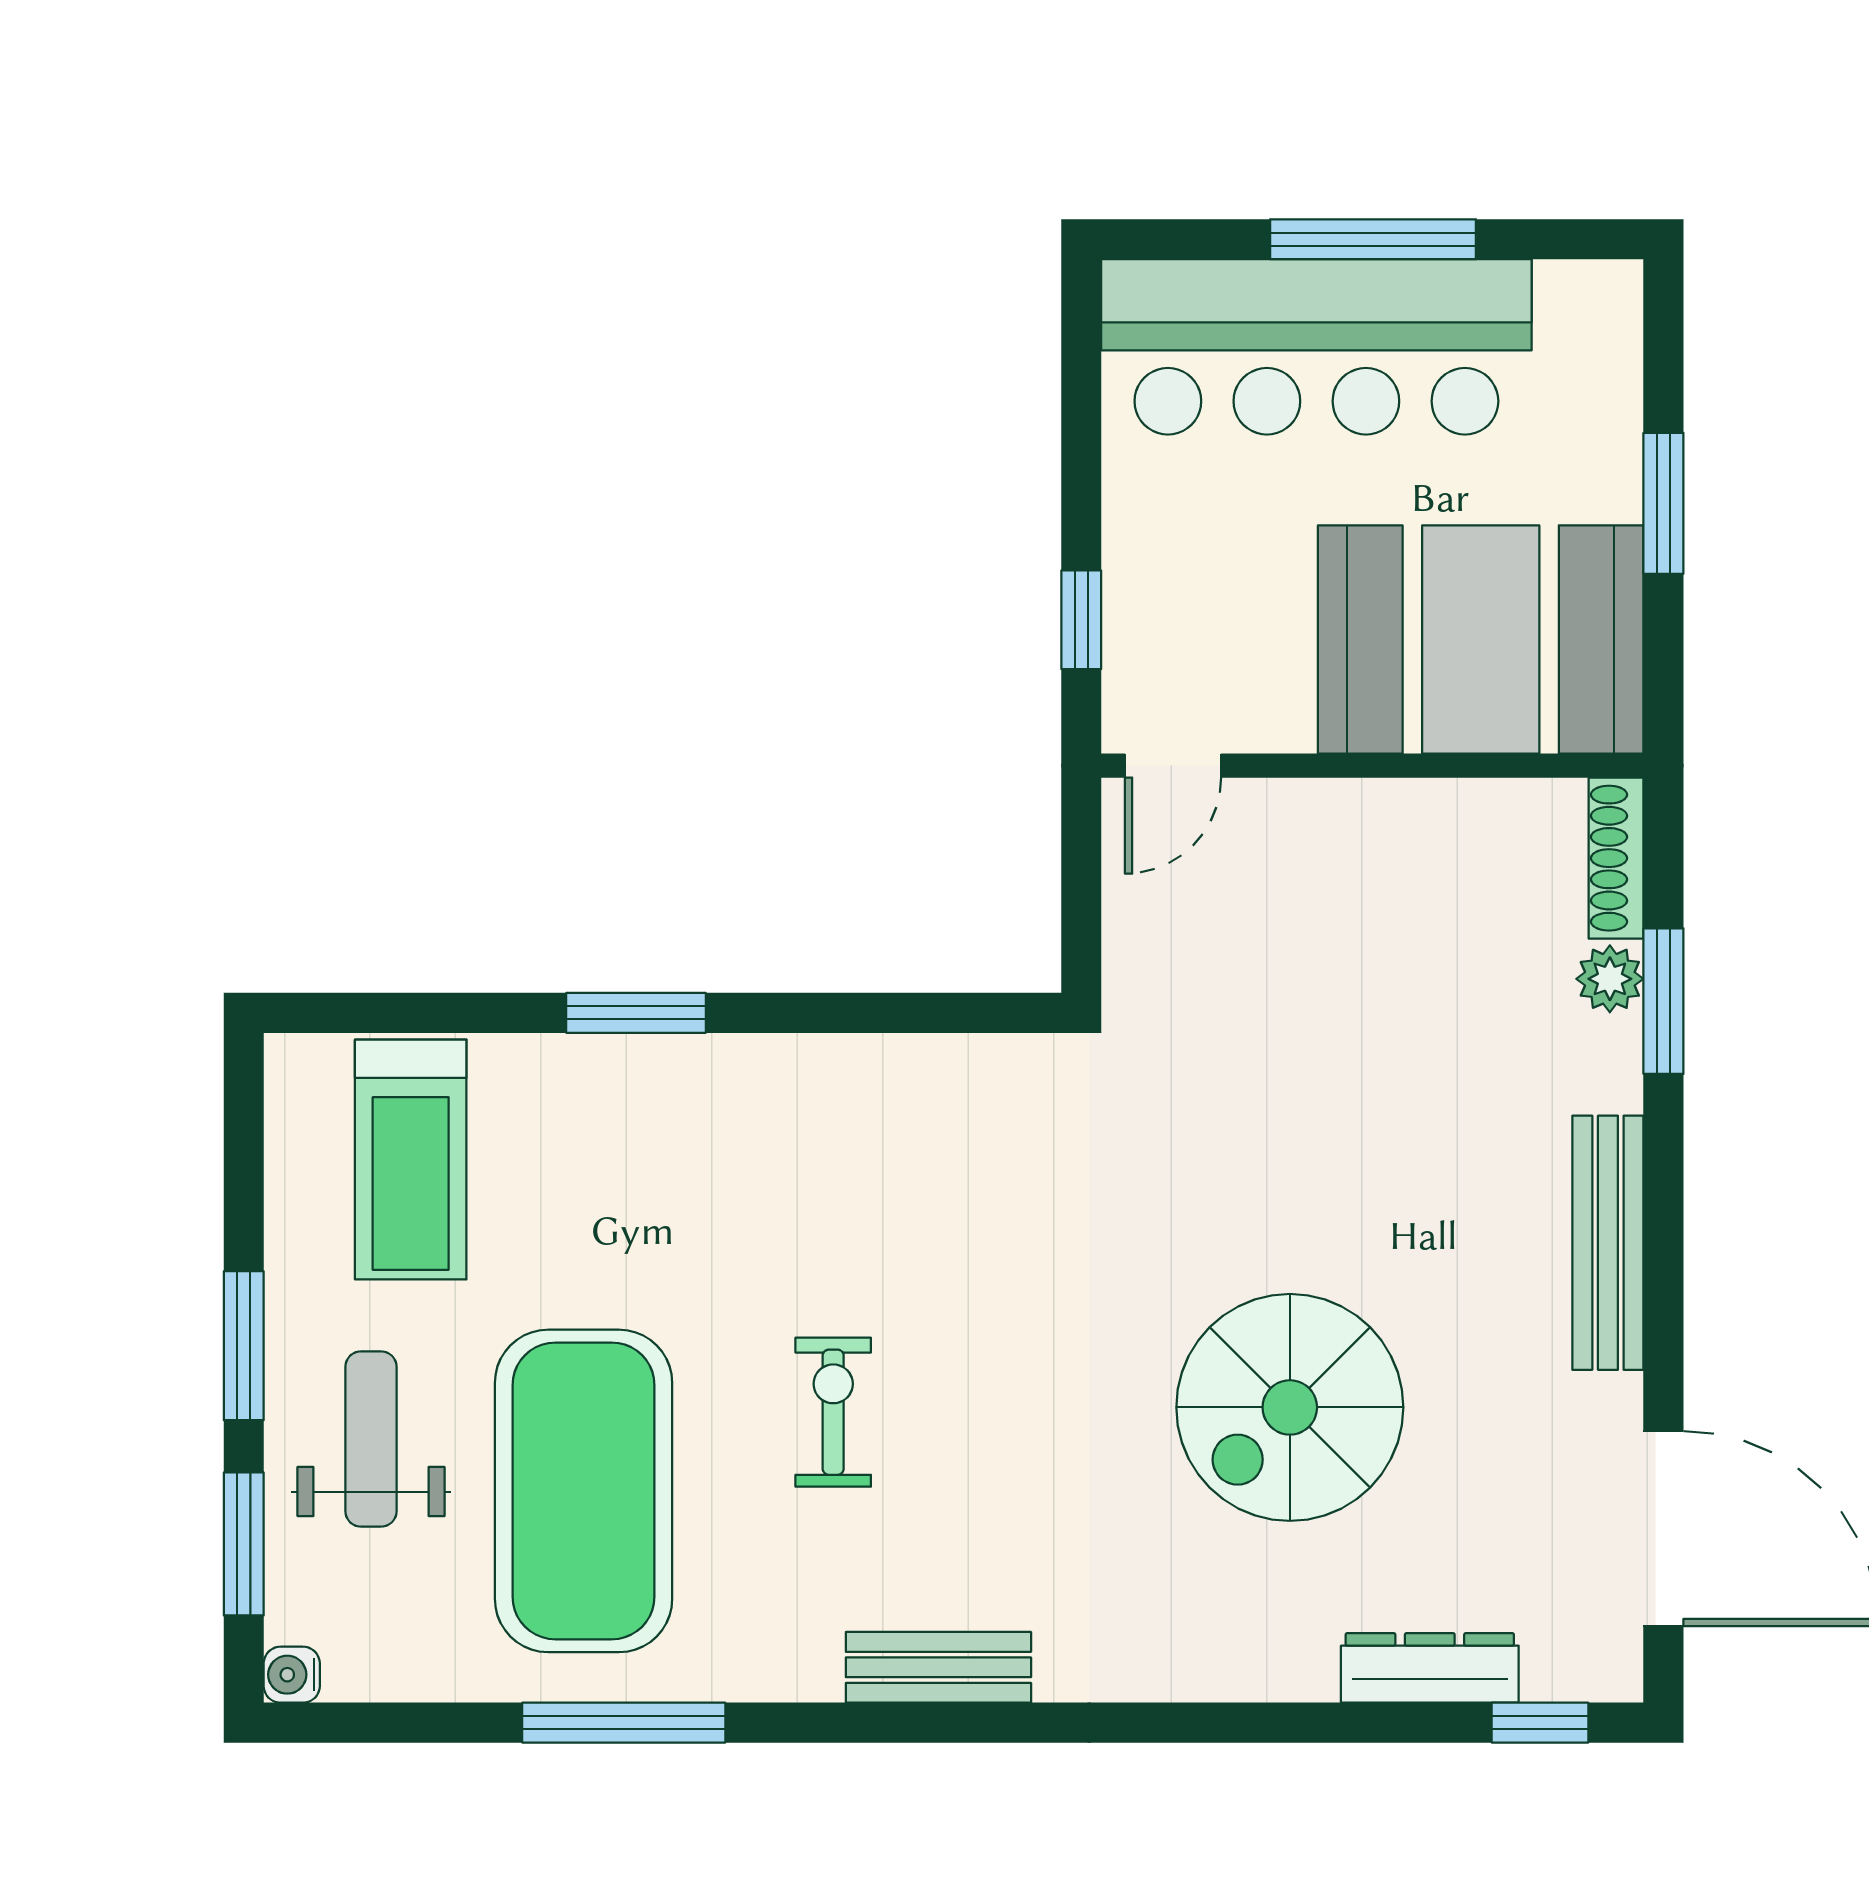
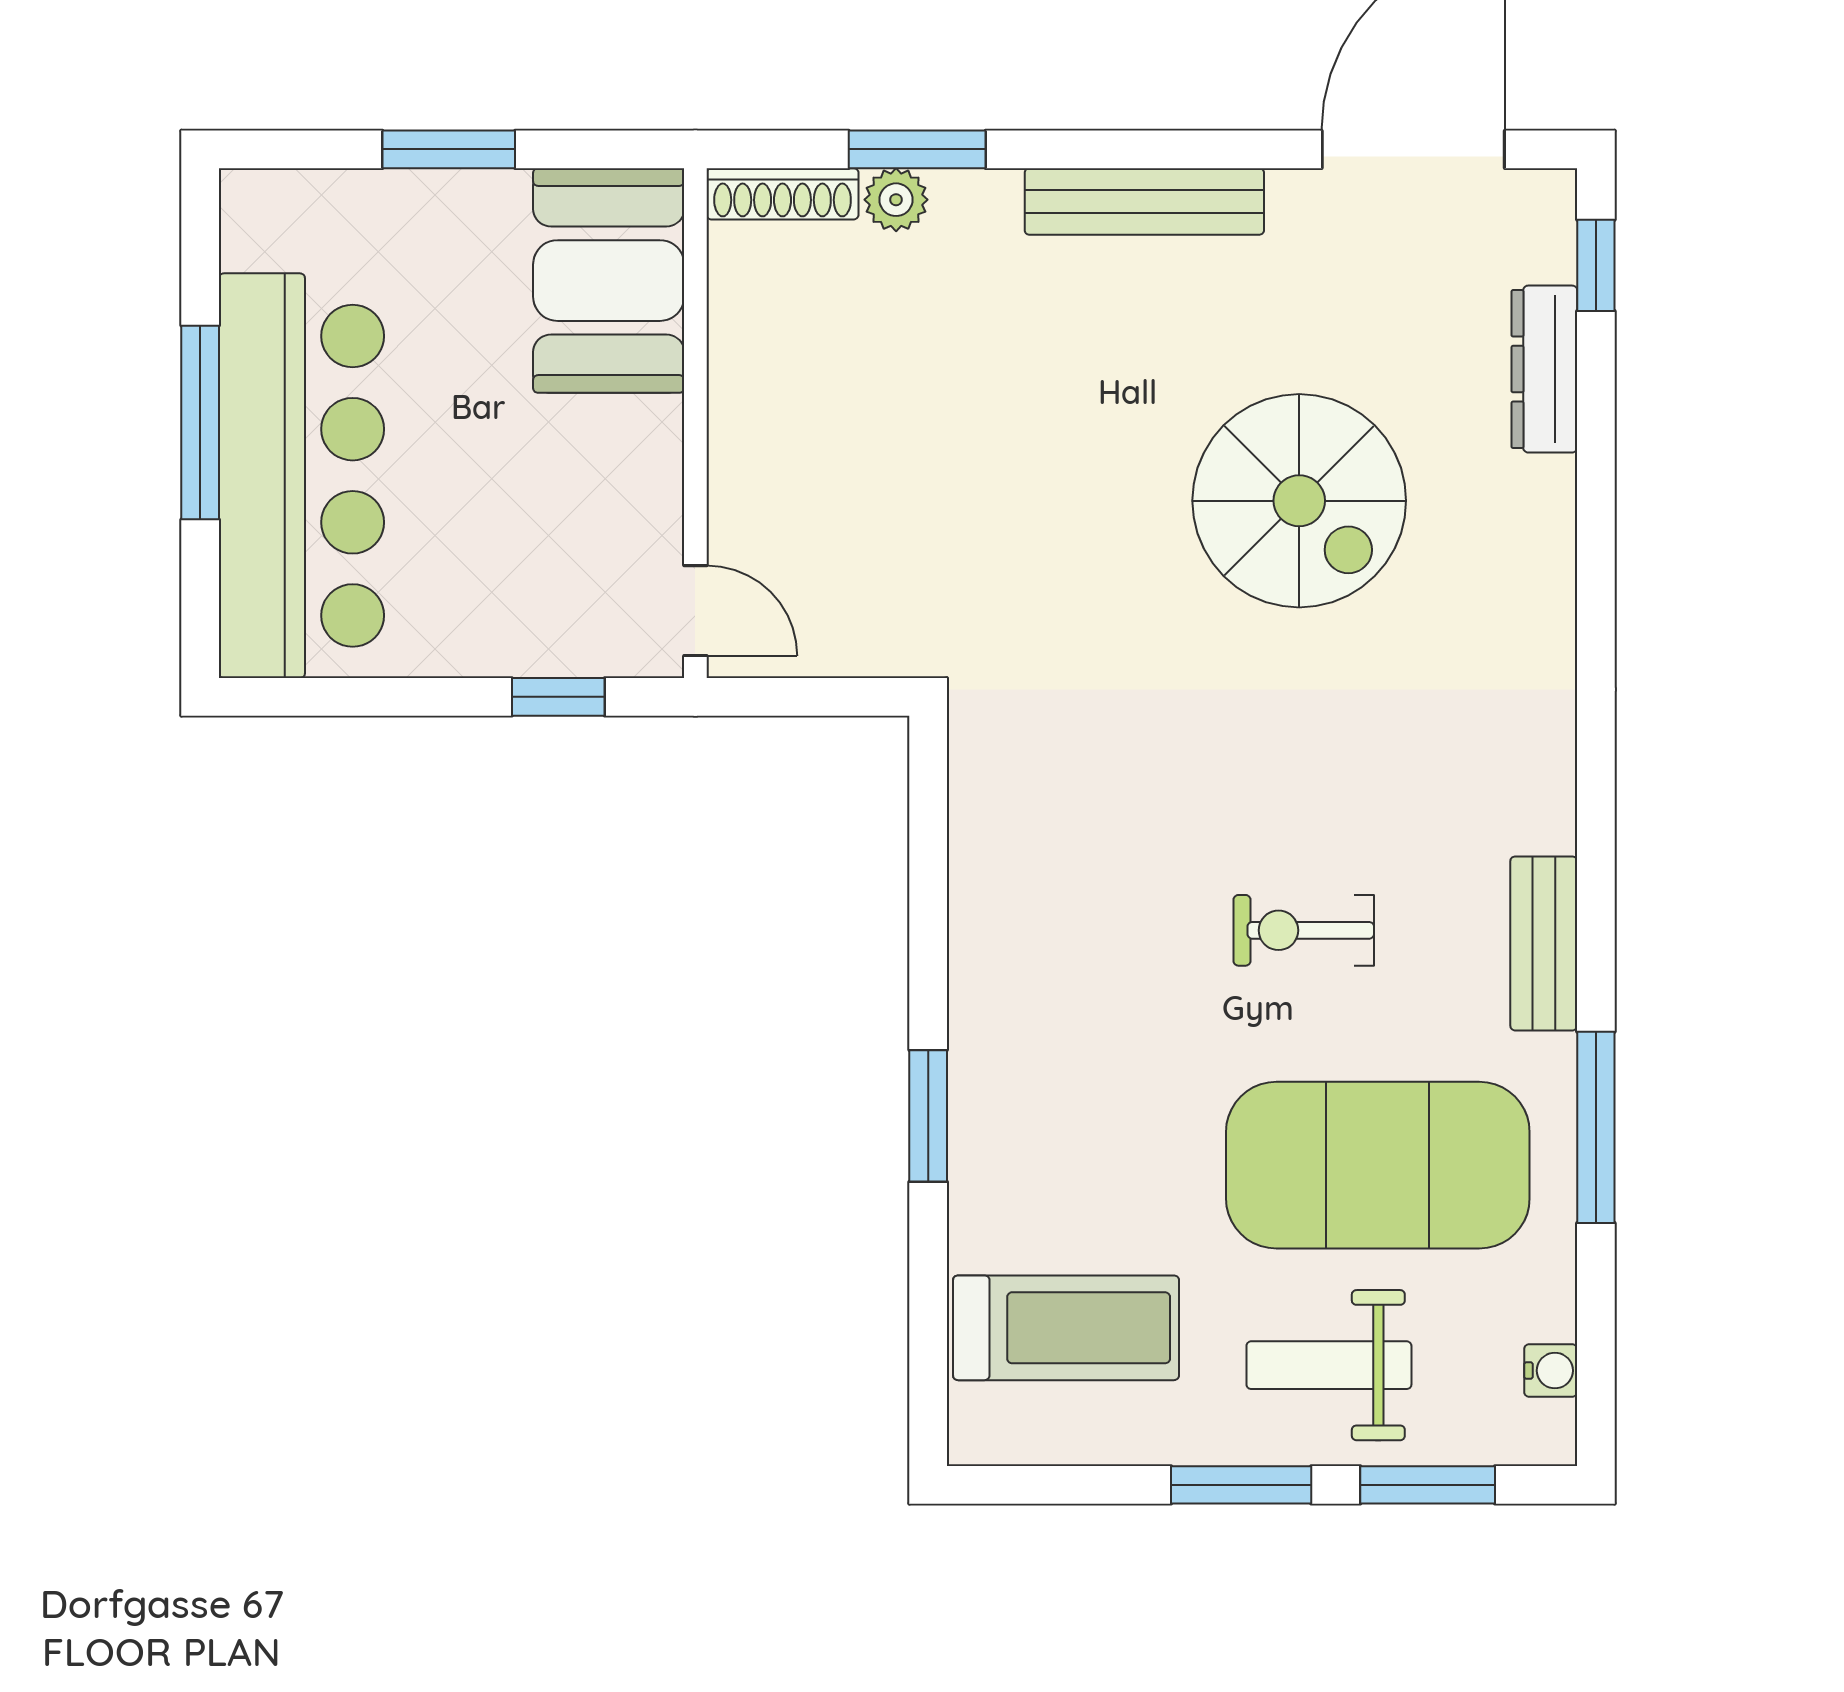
booth: (1481, 639) -> (609, 281), width x0.73, depth x0.70
bench: (938, 1667) -> (1544, 943), moved
water cooler: (292, 1675) -> (1551, 1371), moved, turned -90

